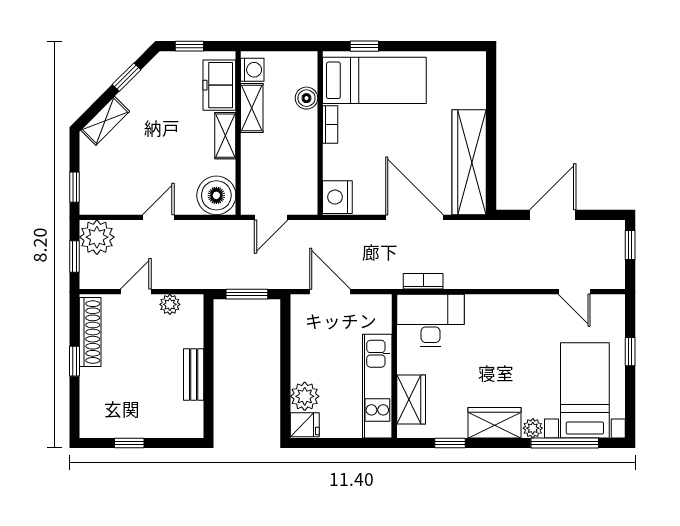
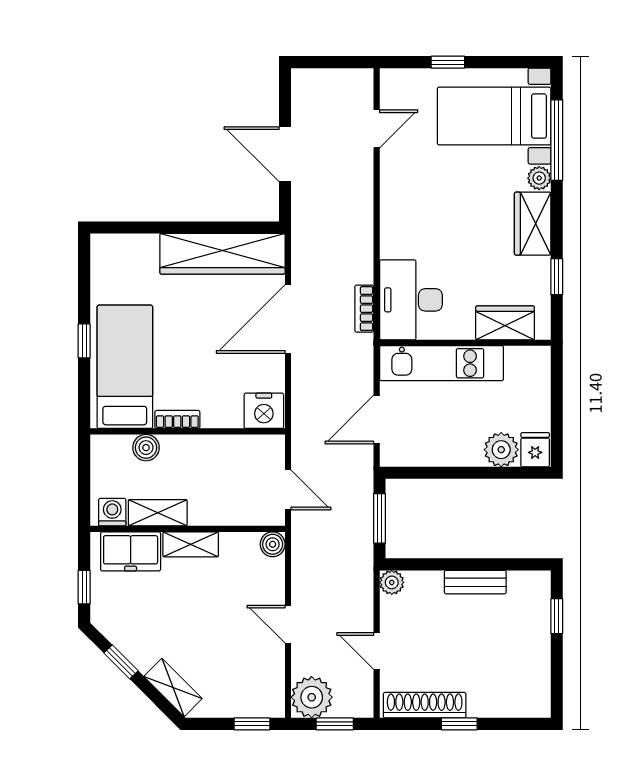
window: (364, 46) -> (84, 341), moved
boiler: (216, 195) -> (273, 544), width x0.54, depth x0.54
window: (630, 245) -> (321, 62), removed
plant: (170, 304) -> (392, 582), moved
kitchen unit: (377, 386) -> (442, 363), moved
window: (129, 443) -> (557, 616), moved

